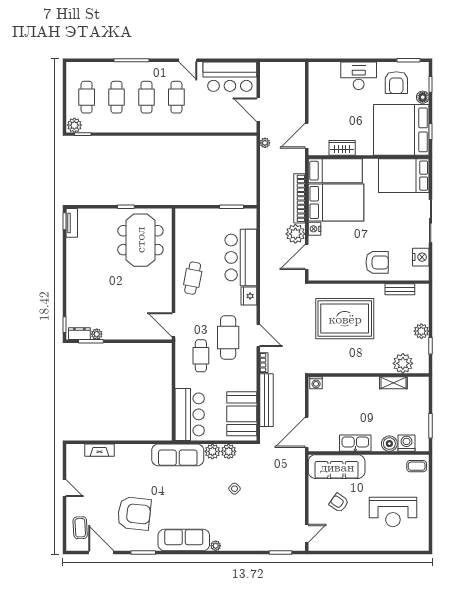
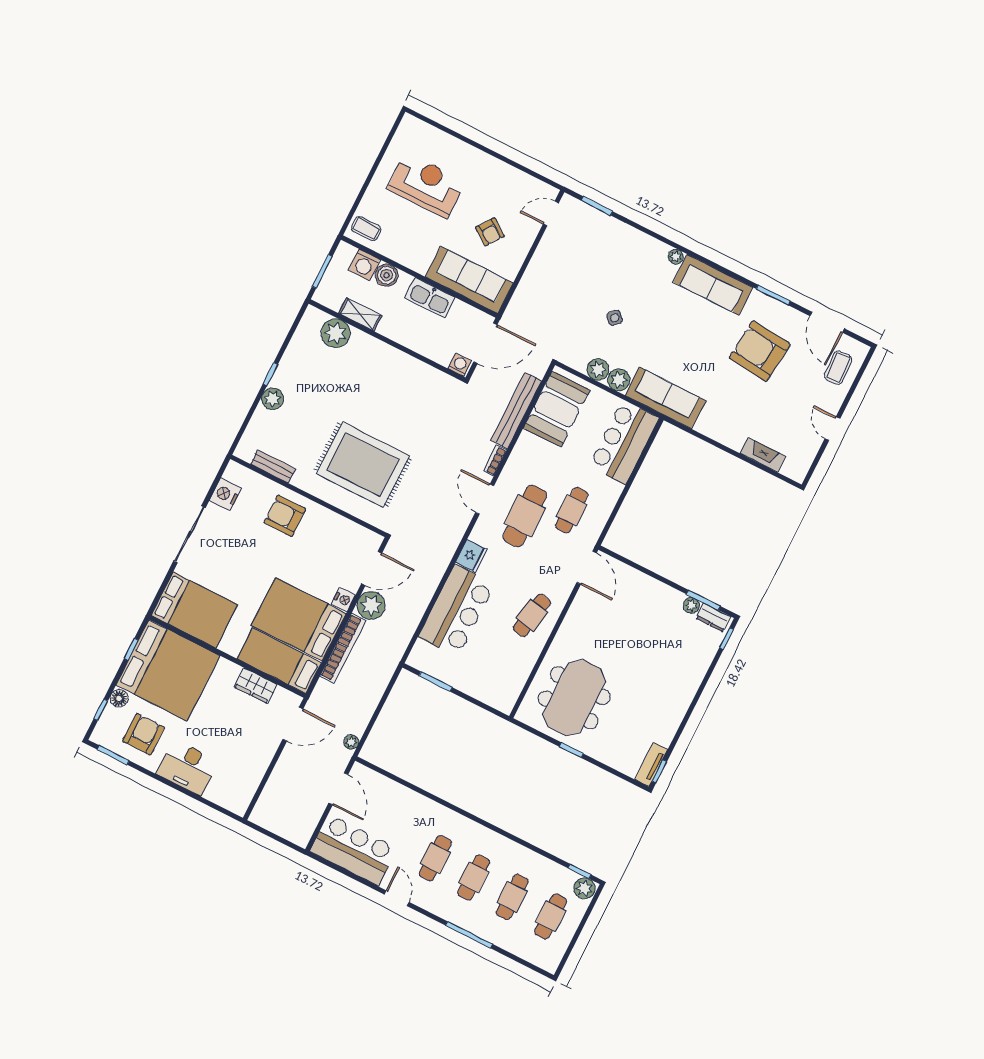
plant: (403, 363) -> (336, 333), moved
wall: (369, 375) -> (387, 341), moved
washing machine: (316, 383) -> (460, 365), moved
shelving: (393, 383) -> (360, 314), moved

